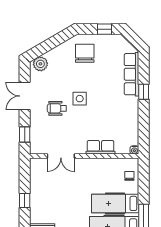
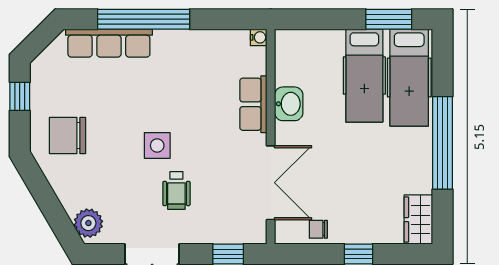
window: (144, 92) -> (144, 19), width x3.17
double door: (61, 156) -> (271, 183), width x1.37
washbasin: (101, 165) -> (289, 104), added
chair: (129, 176) -> (318, 229), moved

